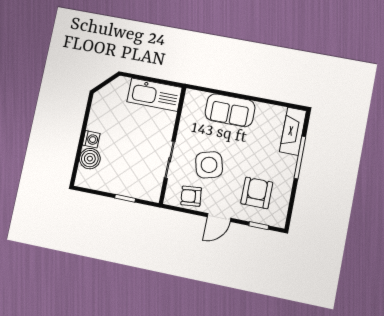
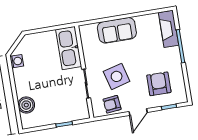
kitchen sink: (155, 95) -> (69, 48), moved, turned 90
washing machine: (91, 139) -> (17, 61), moved

